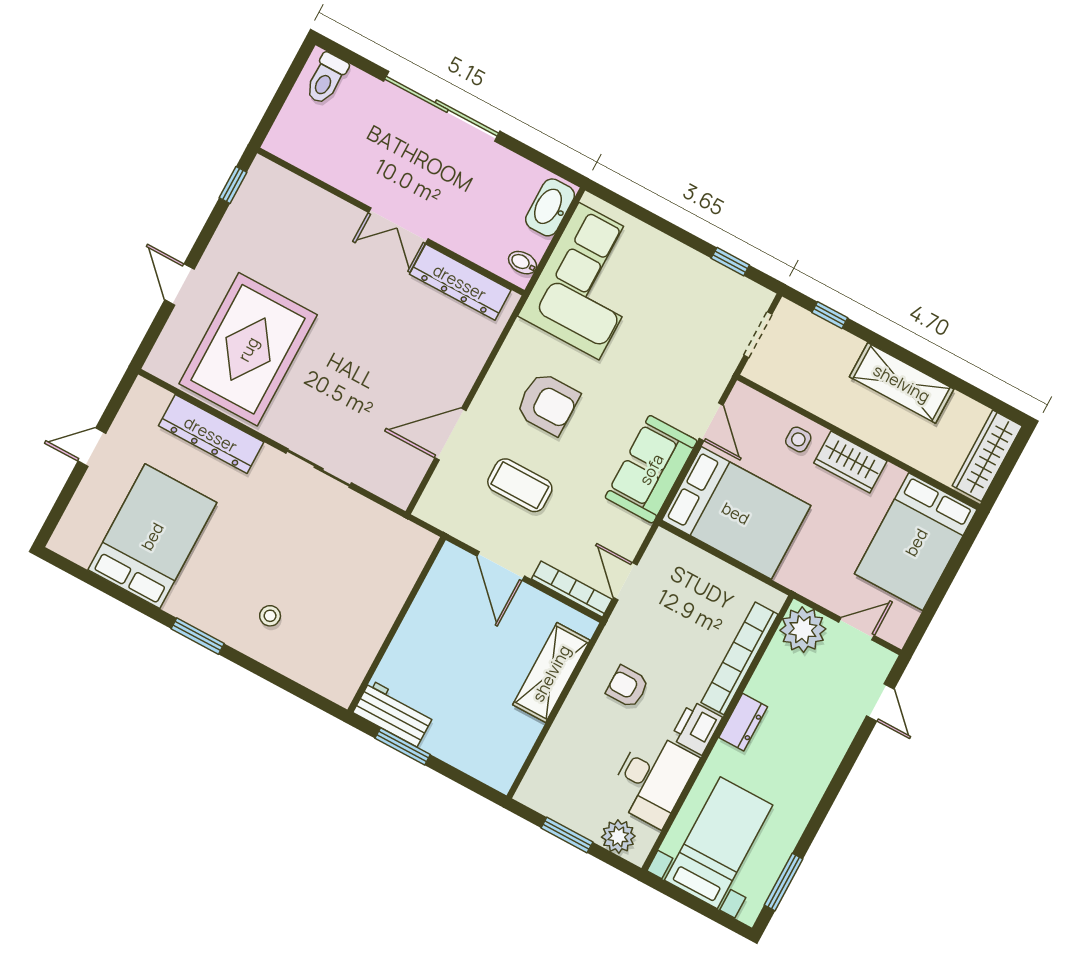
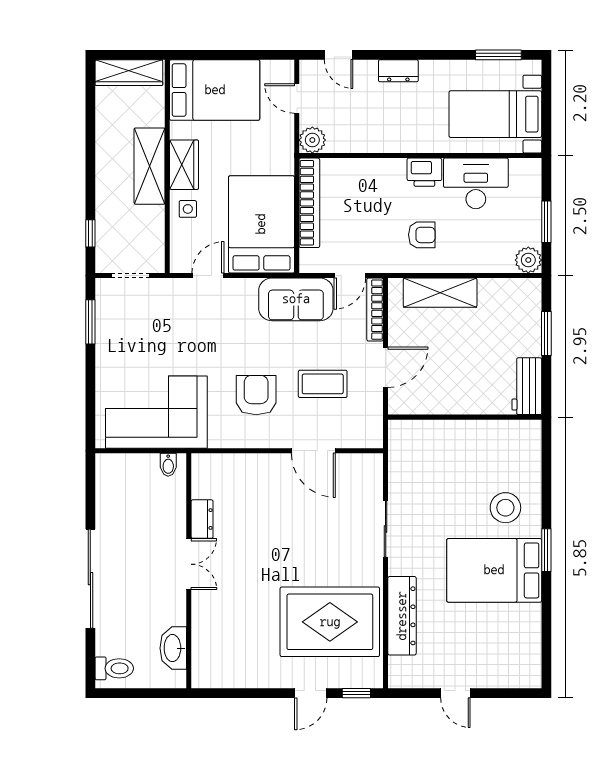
window: (233, 185) -> (356, 693), moved
washbasin: (550, 207) -> (173, 648), moved, turned 90
window: (730, 262) -> (90, 322), width x1.50
dresser: (460, 282) -> (202, 519), width x0.51, depth x0.80
shelving: (902, 383) -> (149, 166), moved
sofa: (651, 469) -> (296, 299), moved
coffee table: (520, 485) -> (323, 384), turned 90
bed: (152, 536) -> (494, 570), moved
stool: (270, 616) -> (505, 508), width x1.89, depth x1.89
plant: (803, 630) -> (312, 140), width x0.73, depth x0.73
bookcase: (740, 658) -> (309, 203), moved, turned -90
armchair: (627, 687) -> (422, 235), turned -90
door: (880, 702) -> (339, 55), swing flipped
dresser: (743, 722) -> (398, 71), moved, turned 180
window: (403, 746) -> (546, 334), moved
plant: (618, 837) -> (528, 260), moved

